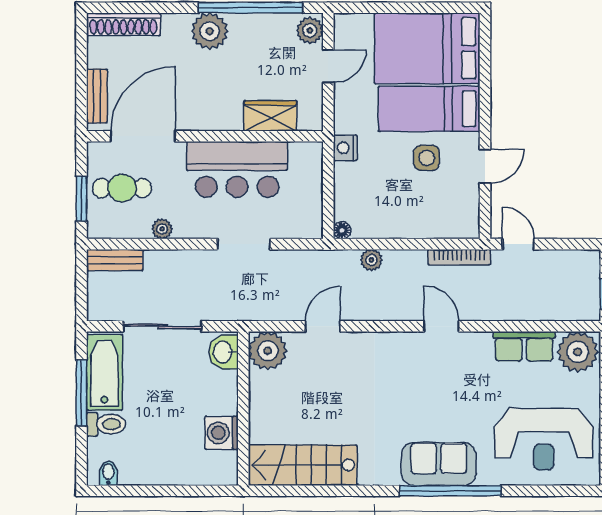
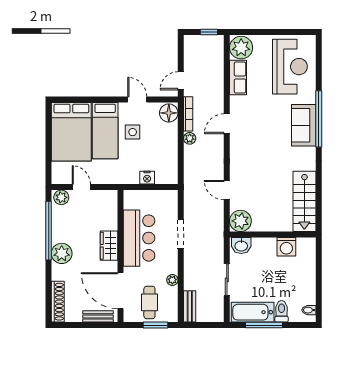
wardrobe: (270, 116) -> (109, 246), moved
nightstand: (345, 148) -> (147, 178), moved
floor lamp: (342, 230) -> (169, 113), moved, width x1.89, depth x1.89
plant: (371, 260) -> (190, 138), moved
sliding door: (162, 326) -> (227, 280), width x0.73

